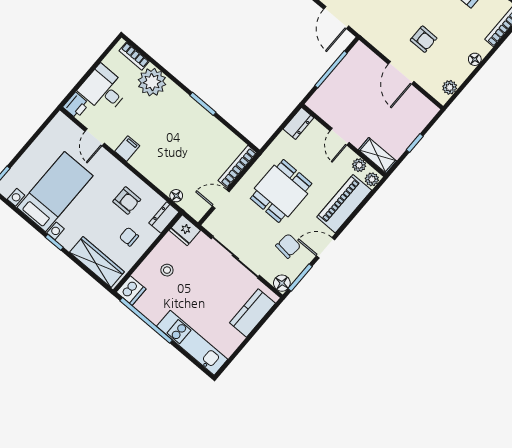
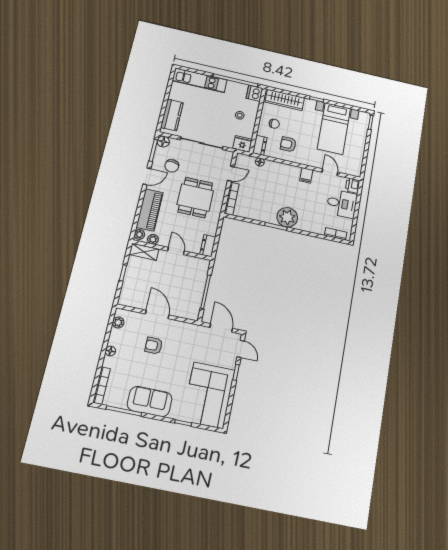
plant: (152, 82) -> (287, 217), moved

